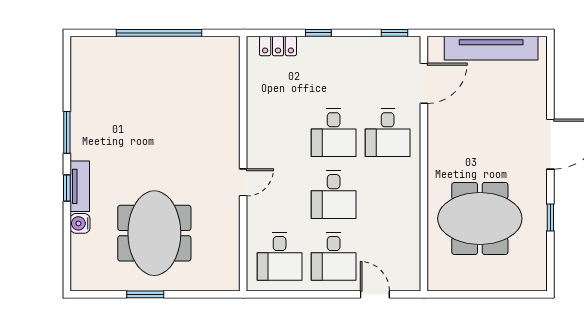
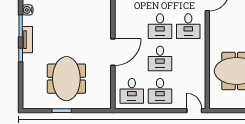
door: (243, 182) -> (113, 52), width x1.87
tv unit: (80, 186) -> (27, 40), moved
water cooler: (80, 223) -> (28, 10), moved
door: (375, 294) -> (194, 111), moved

